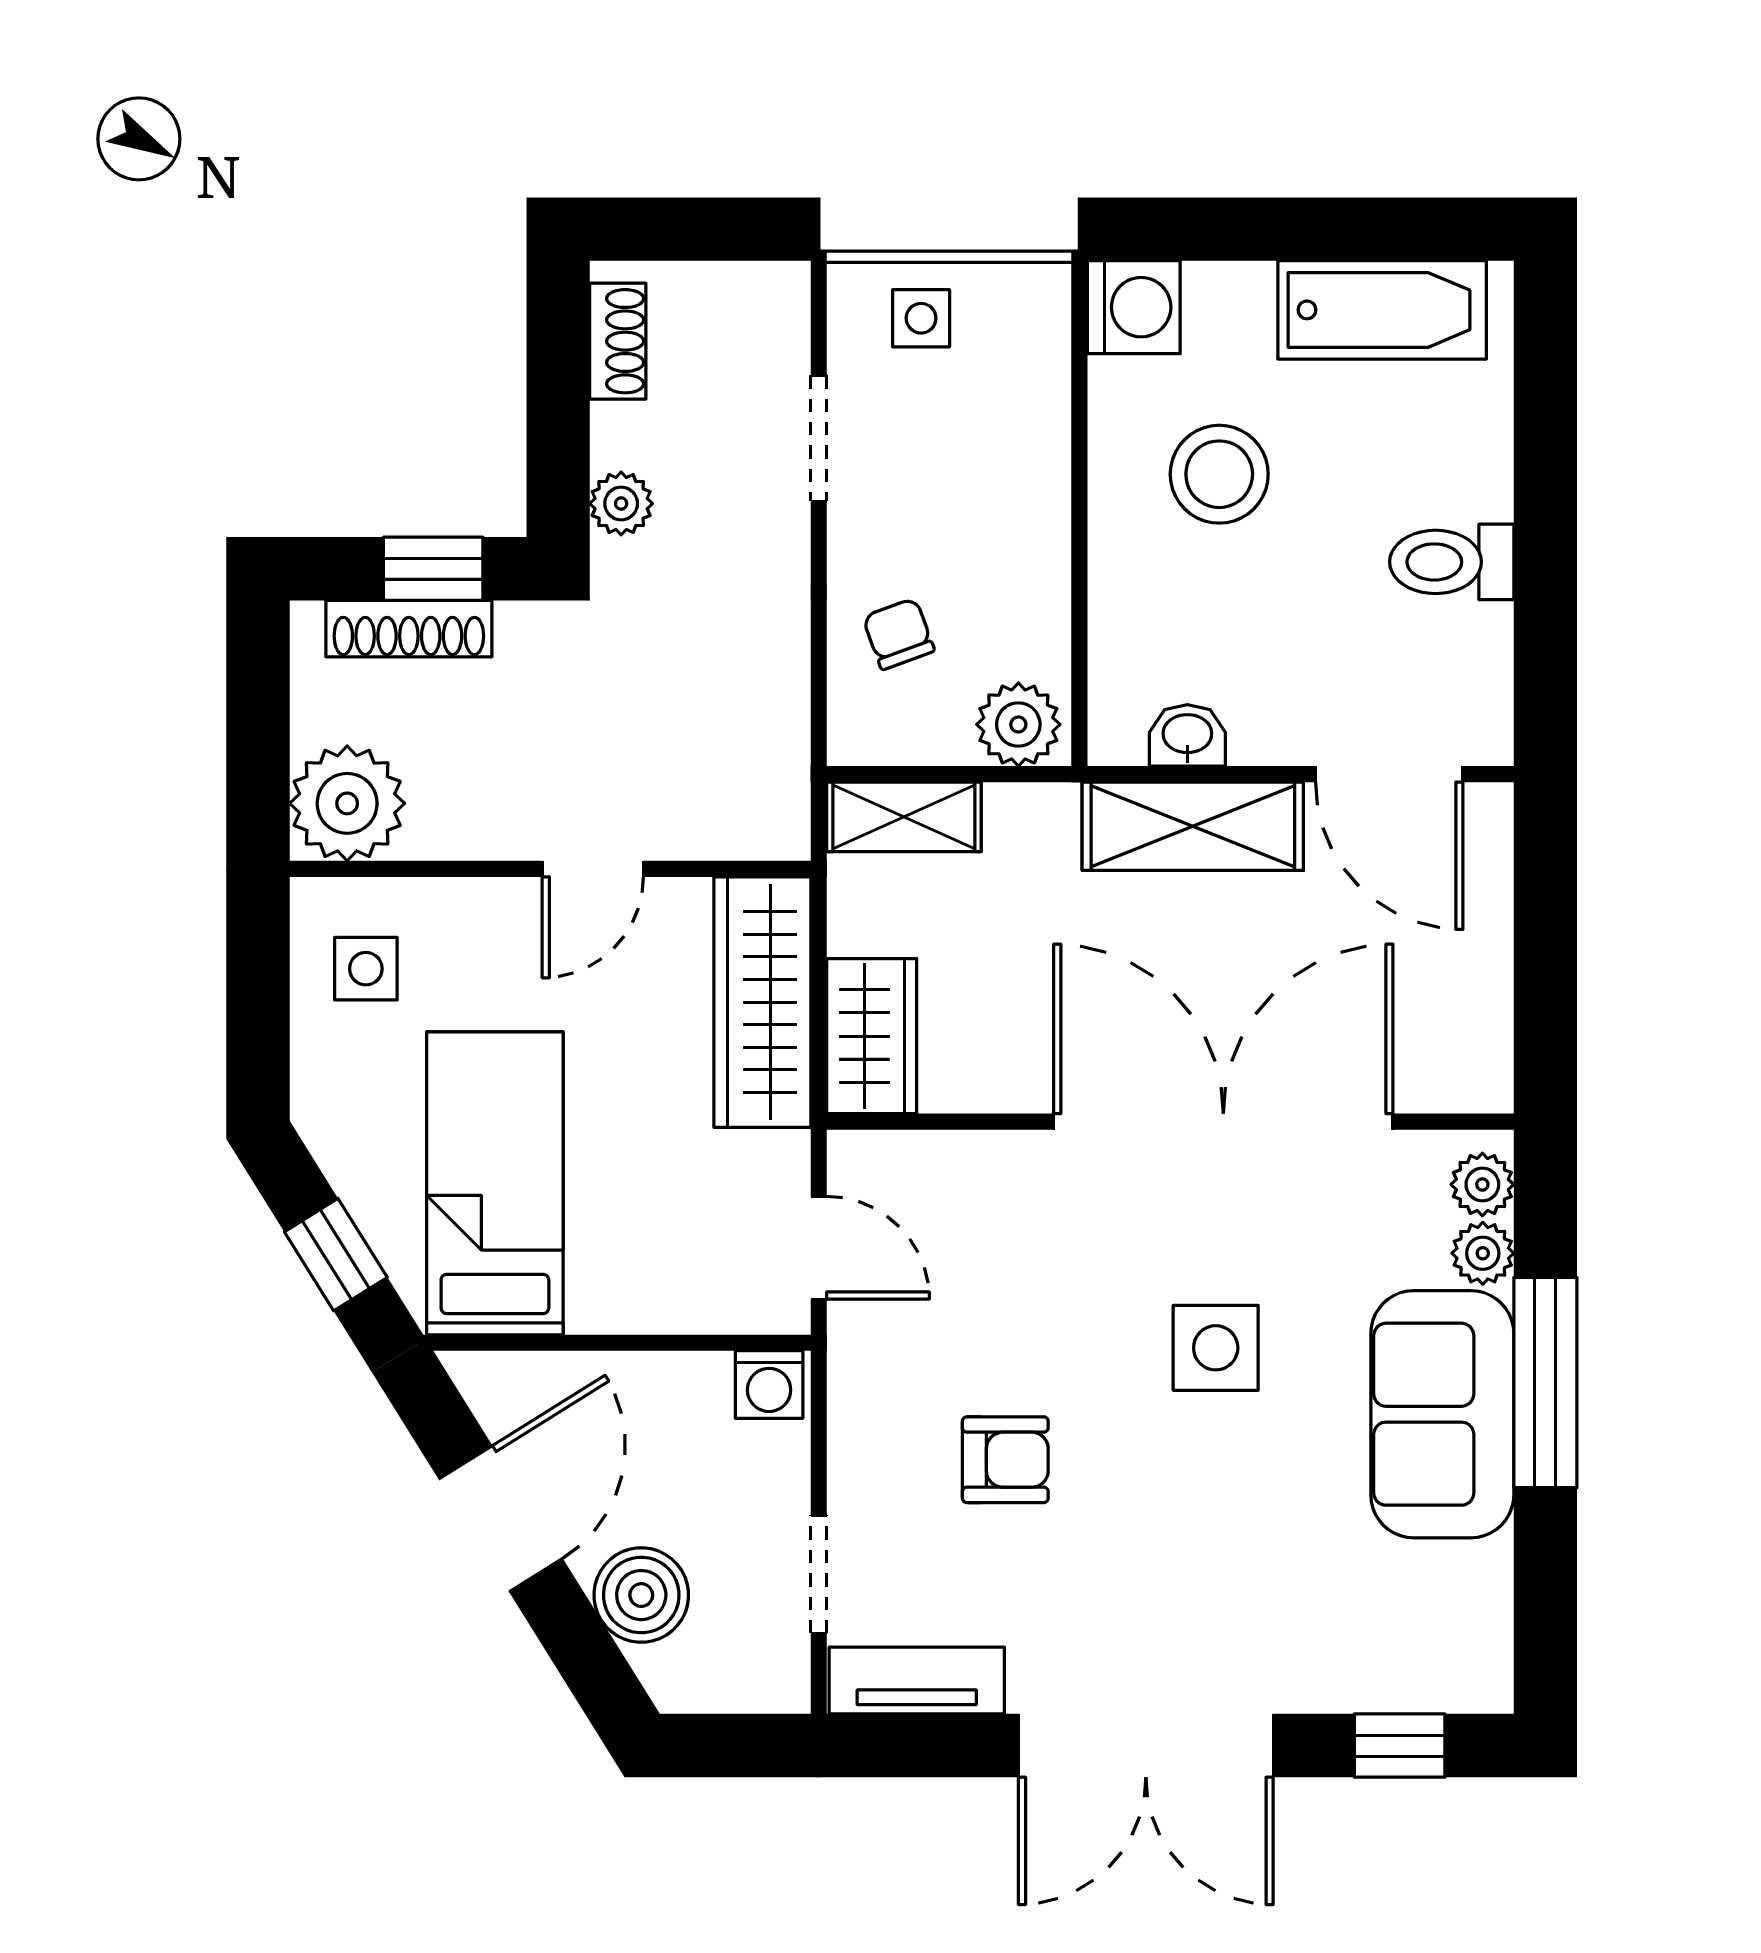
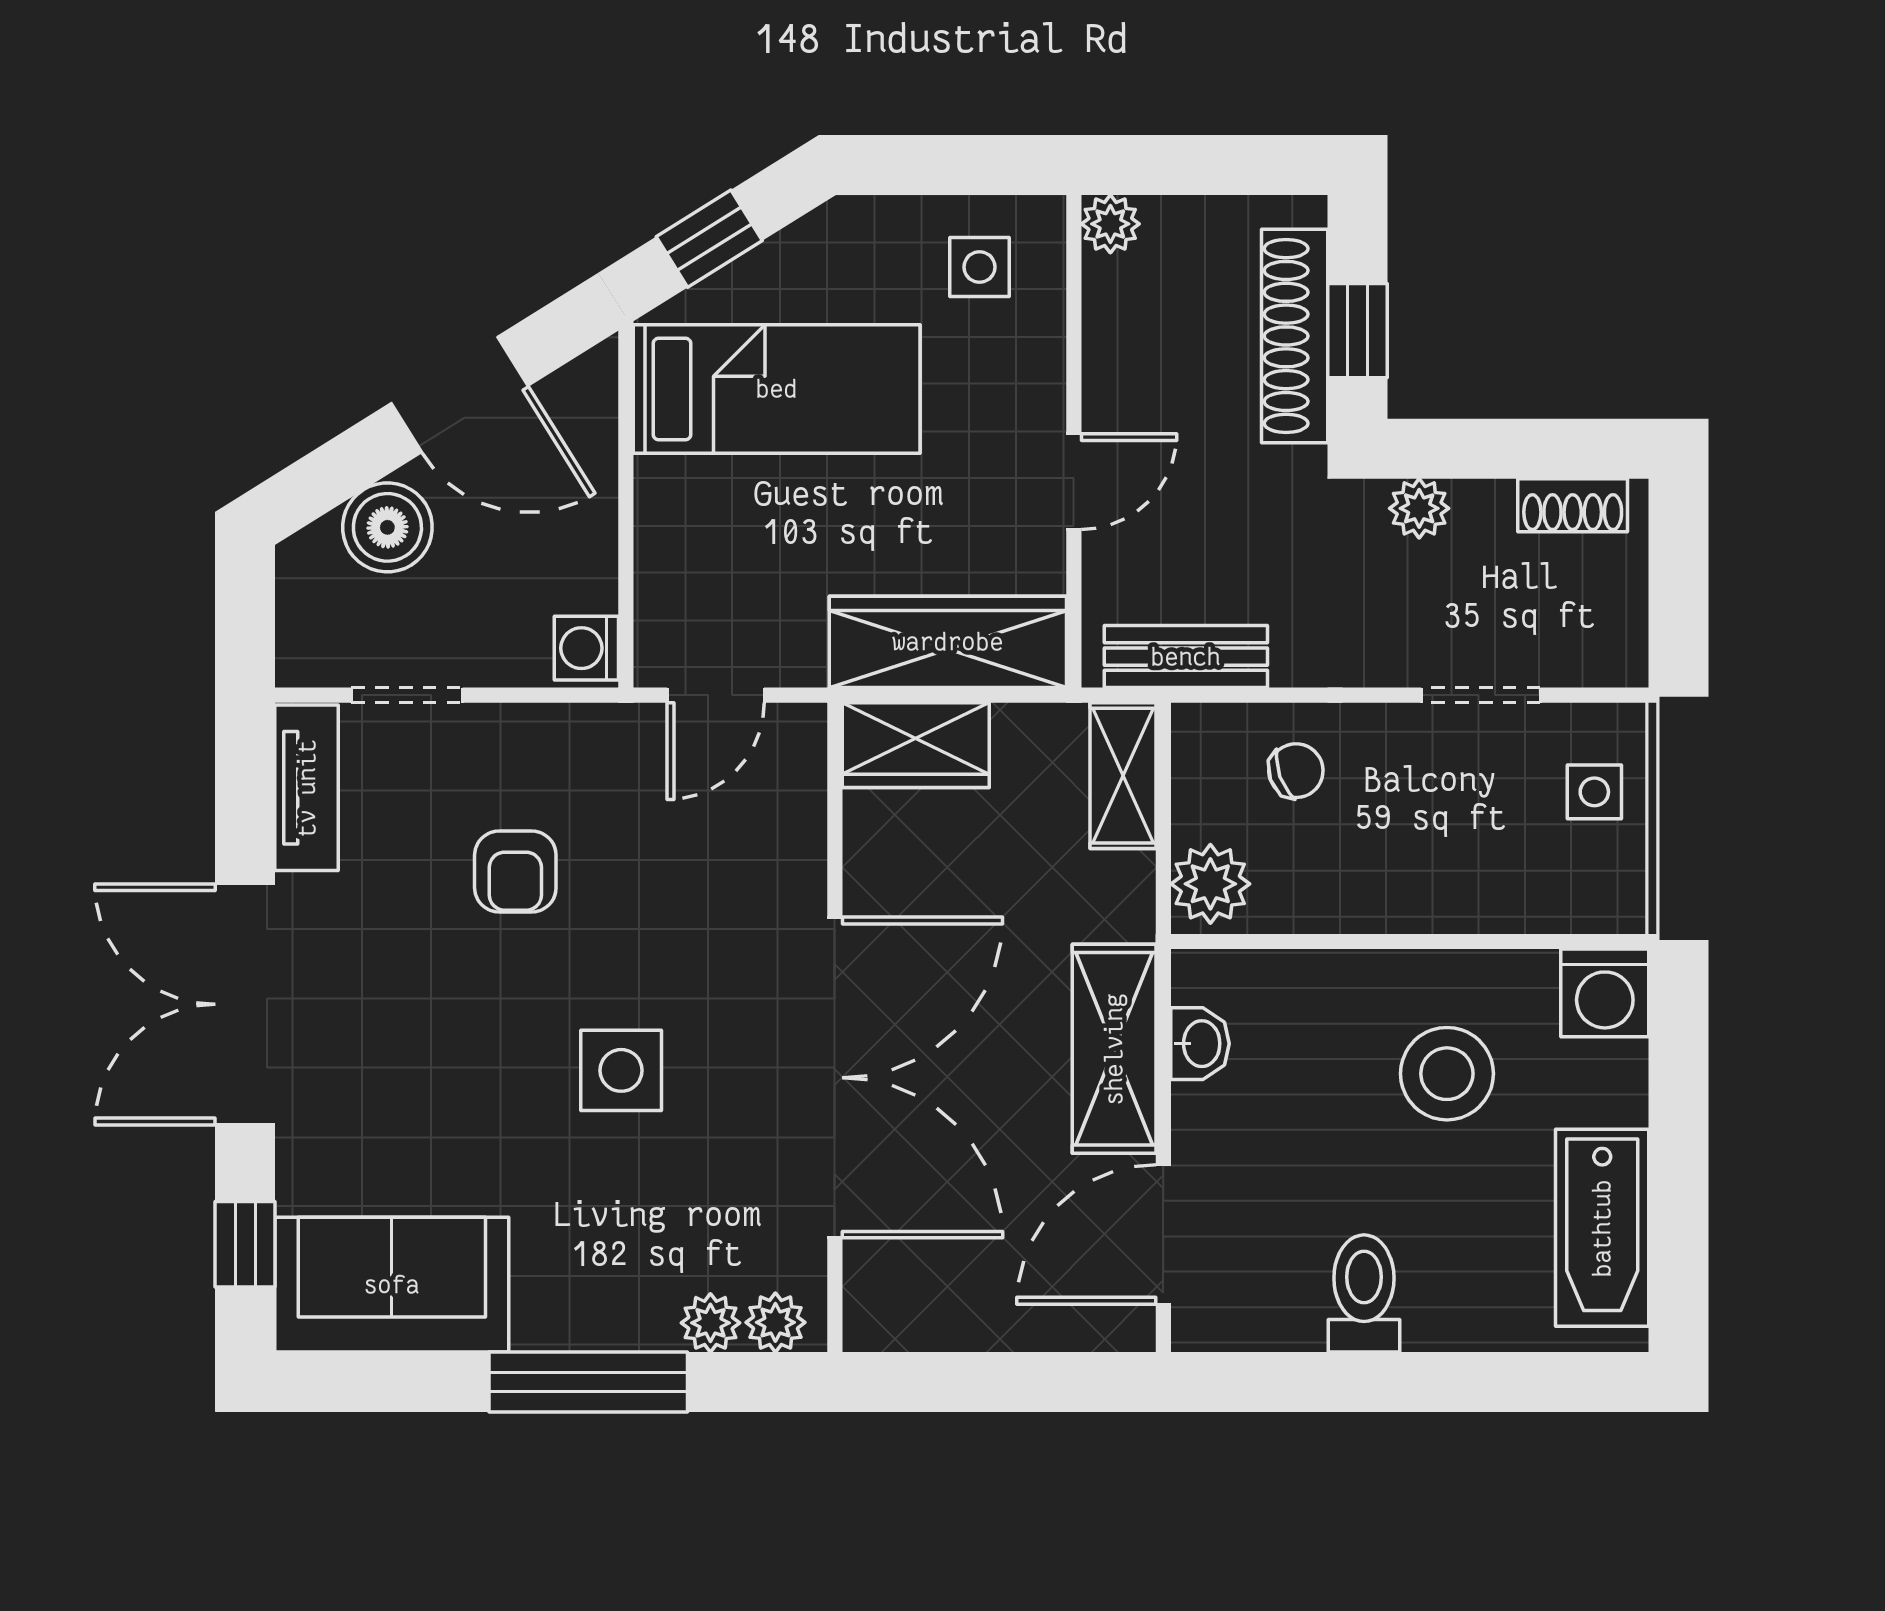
shoe rack: (409, 629) -> (1295, 336), width x1.36, depth x1.24
bench: (778, 750) -> (1186, 657), added
plant: (347, 803) -> (1110, 224), width x0.53, depth x0.53
door: (593, 869) -> (1074, 482), swing flipped
sofa: (1442, 1414) -> (392, 1285), moved

